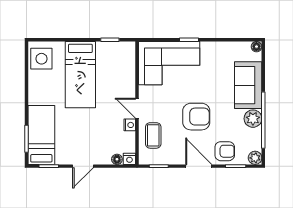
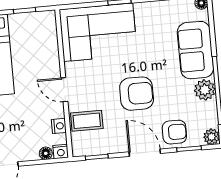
nightstand: (130, 125) -> (59, 126), moved
coffee table: (153, 135) -> (87, 121), turned 90

